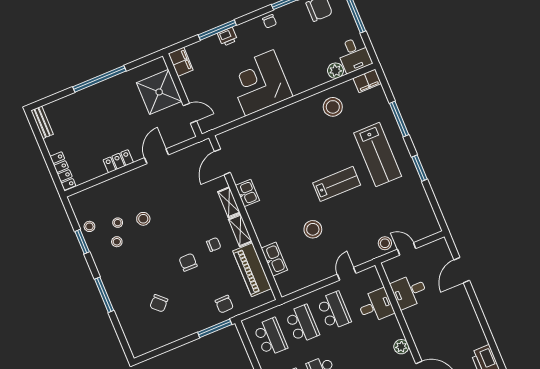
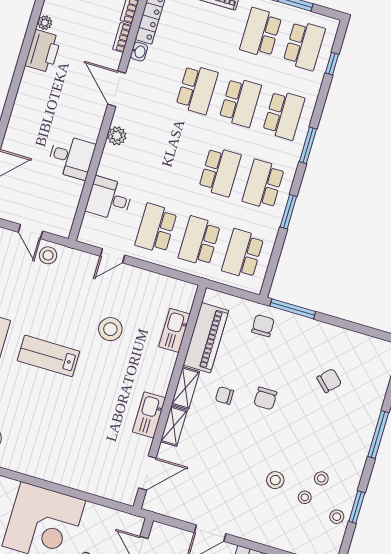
kitchen sink: (247, 193) -> (149, 415), width x1.38
desk: (409, 291) -> (71, 157), moved

